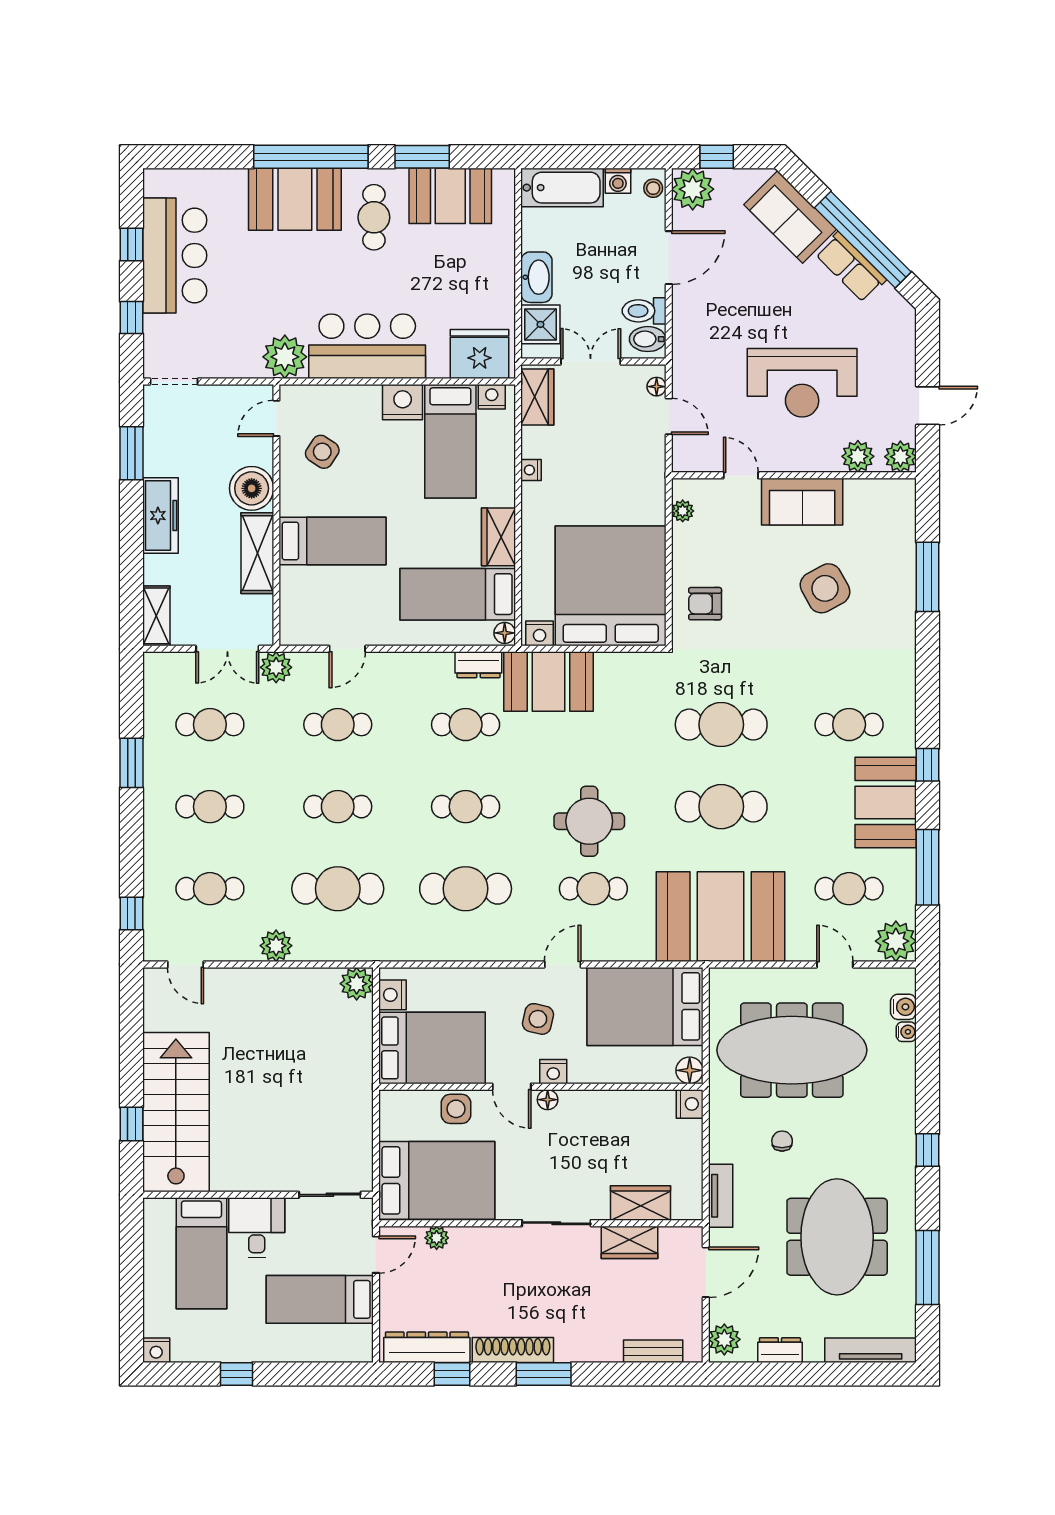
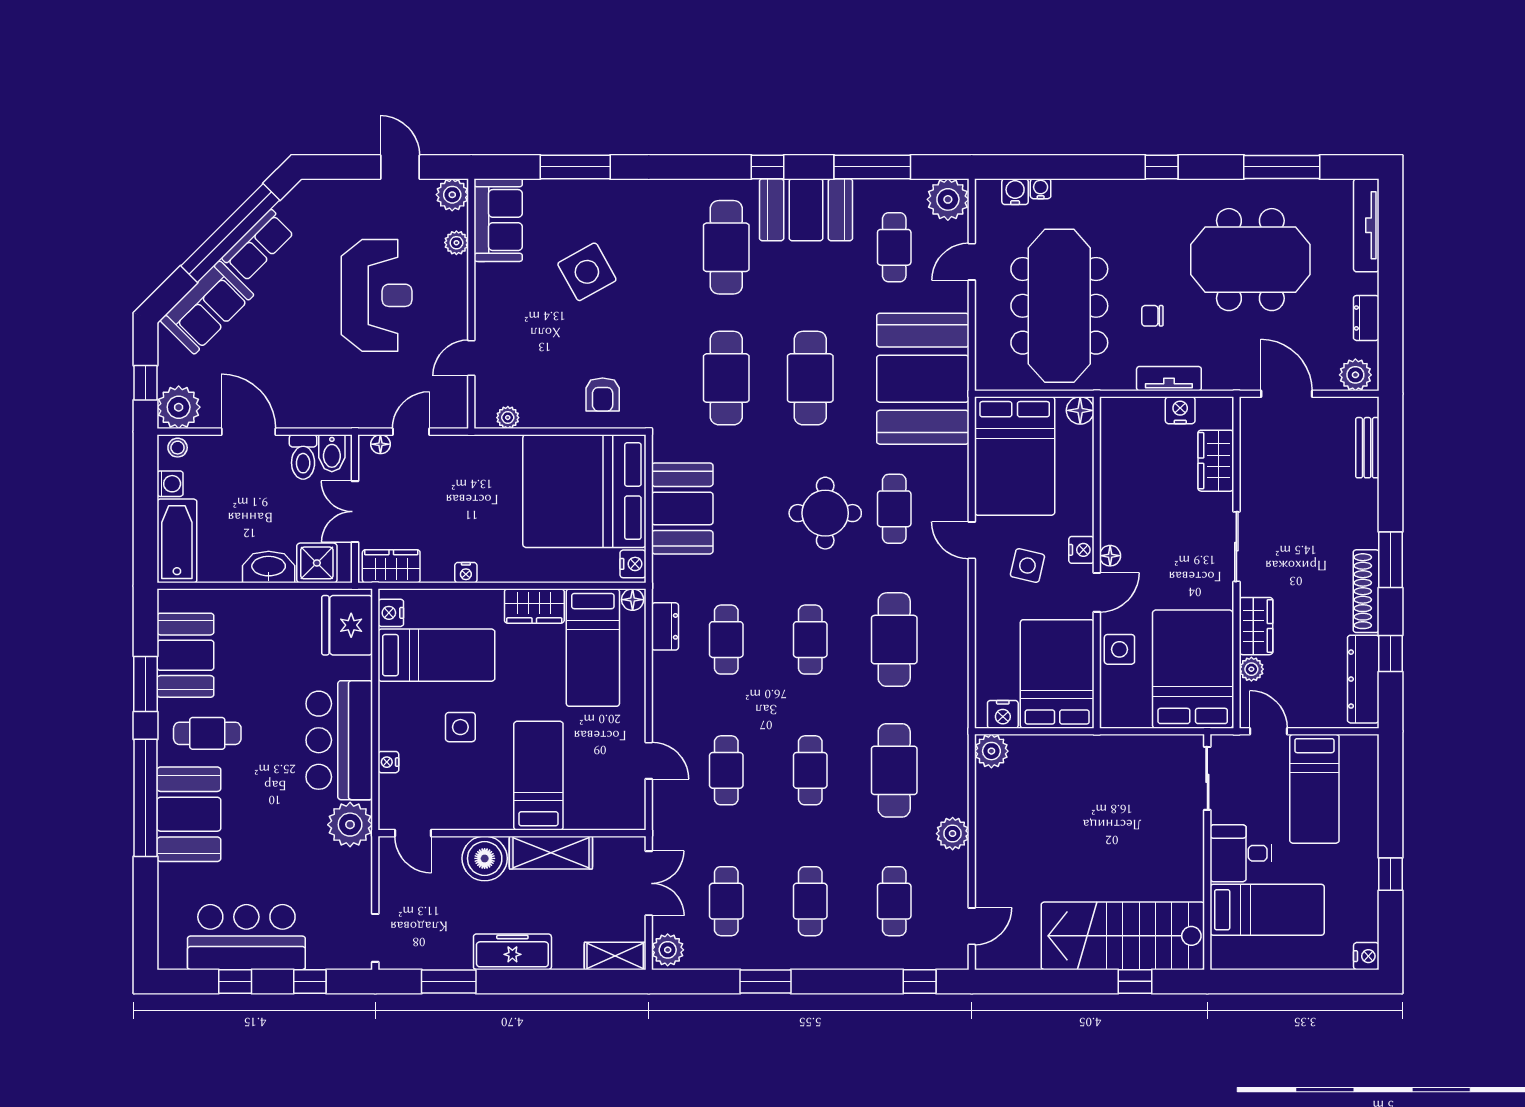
nightstand: (403, 402) -> (388, 762), moved, width x0.53, depth x0.56
side table: (322, 452) -> (460, 727), moved, turned -33
plant: (858, 456) -> (456, 243), width x0.73, depth x0.73
sofa: (802, 502) -> (498, 220), moved
plant: (276, 667) -> (668, 950), moved
booth: (549, 682) -> (682, 508), moved
cafe table: (849, 725) -> (726, 247), width x1.37, depth x1.35
nightstand: (690, 1104) -> (1180, 410), moved
tv unit: (721, 1196) -> (1169, 379), moved
wardrobe: (629, 1242) -> (1256, 626), moved

